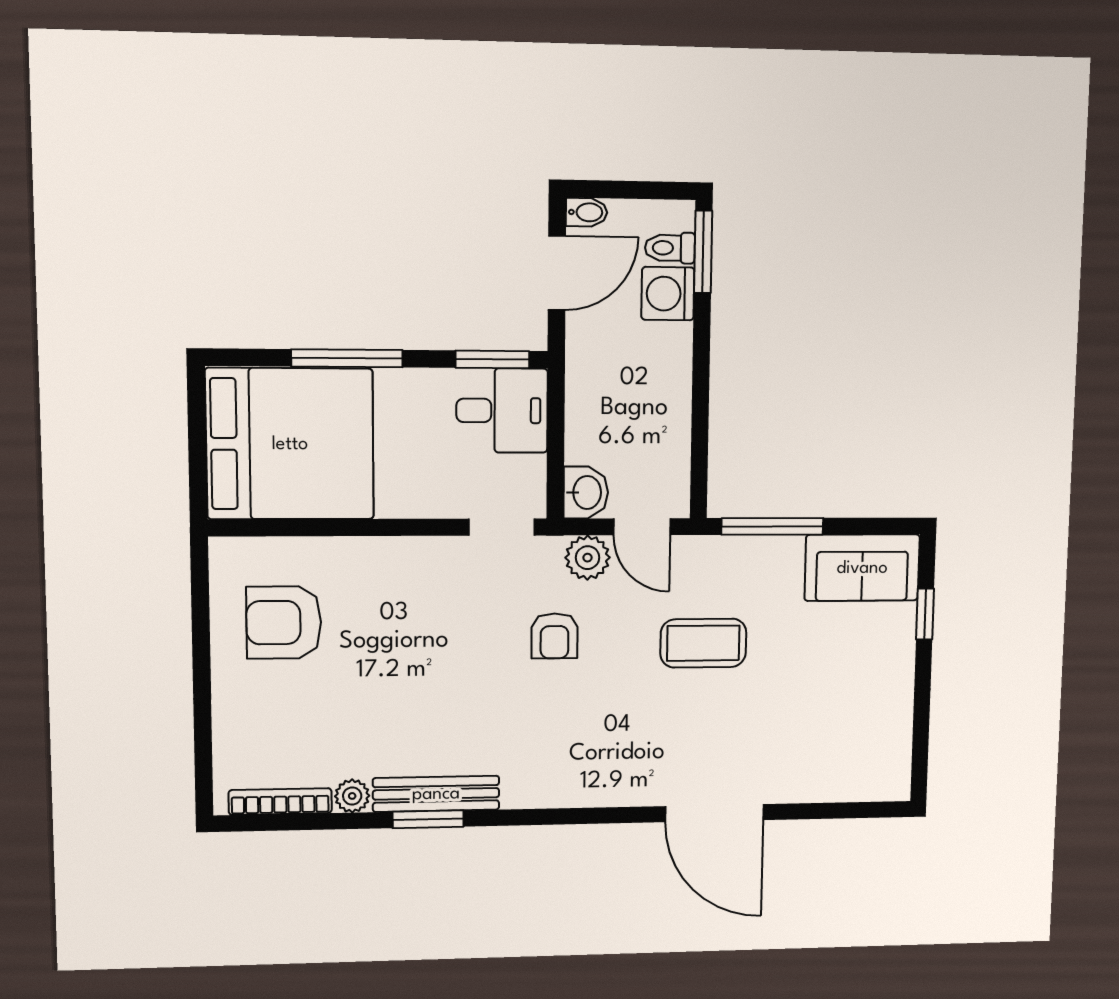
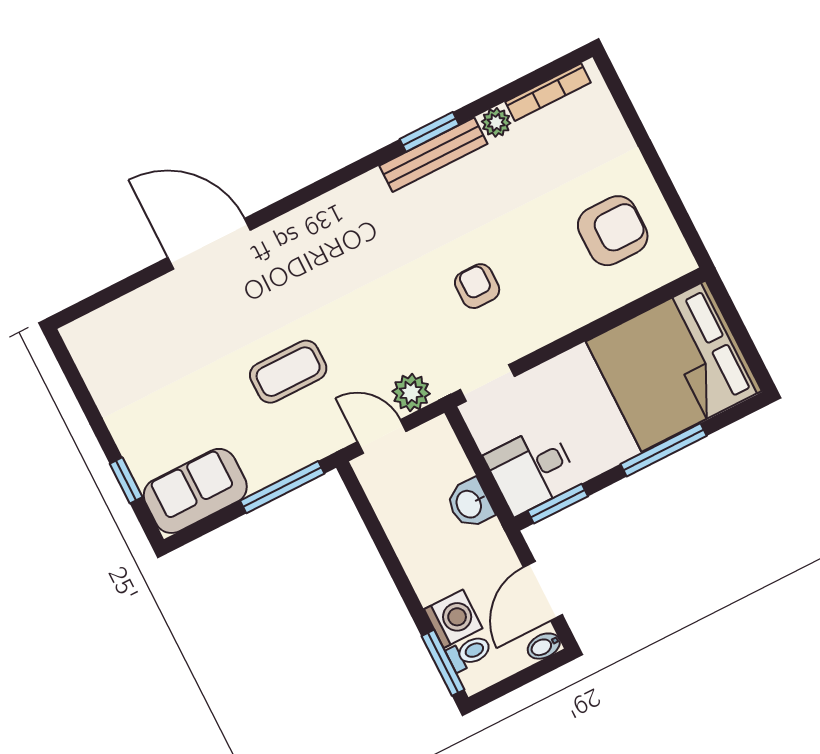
washbasin: (586, 492) -> (470, 504), moved
armchair: (555, 636) -> (477, 286), moved

